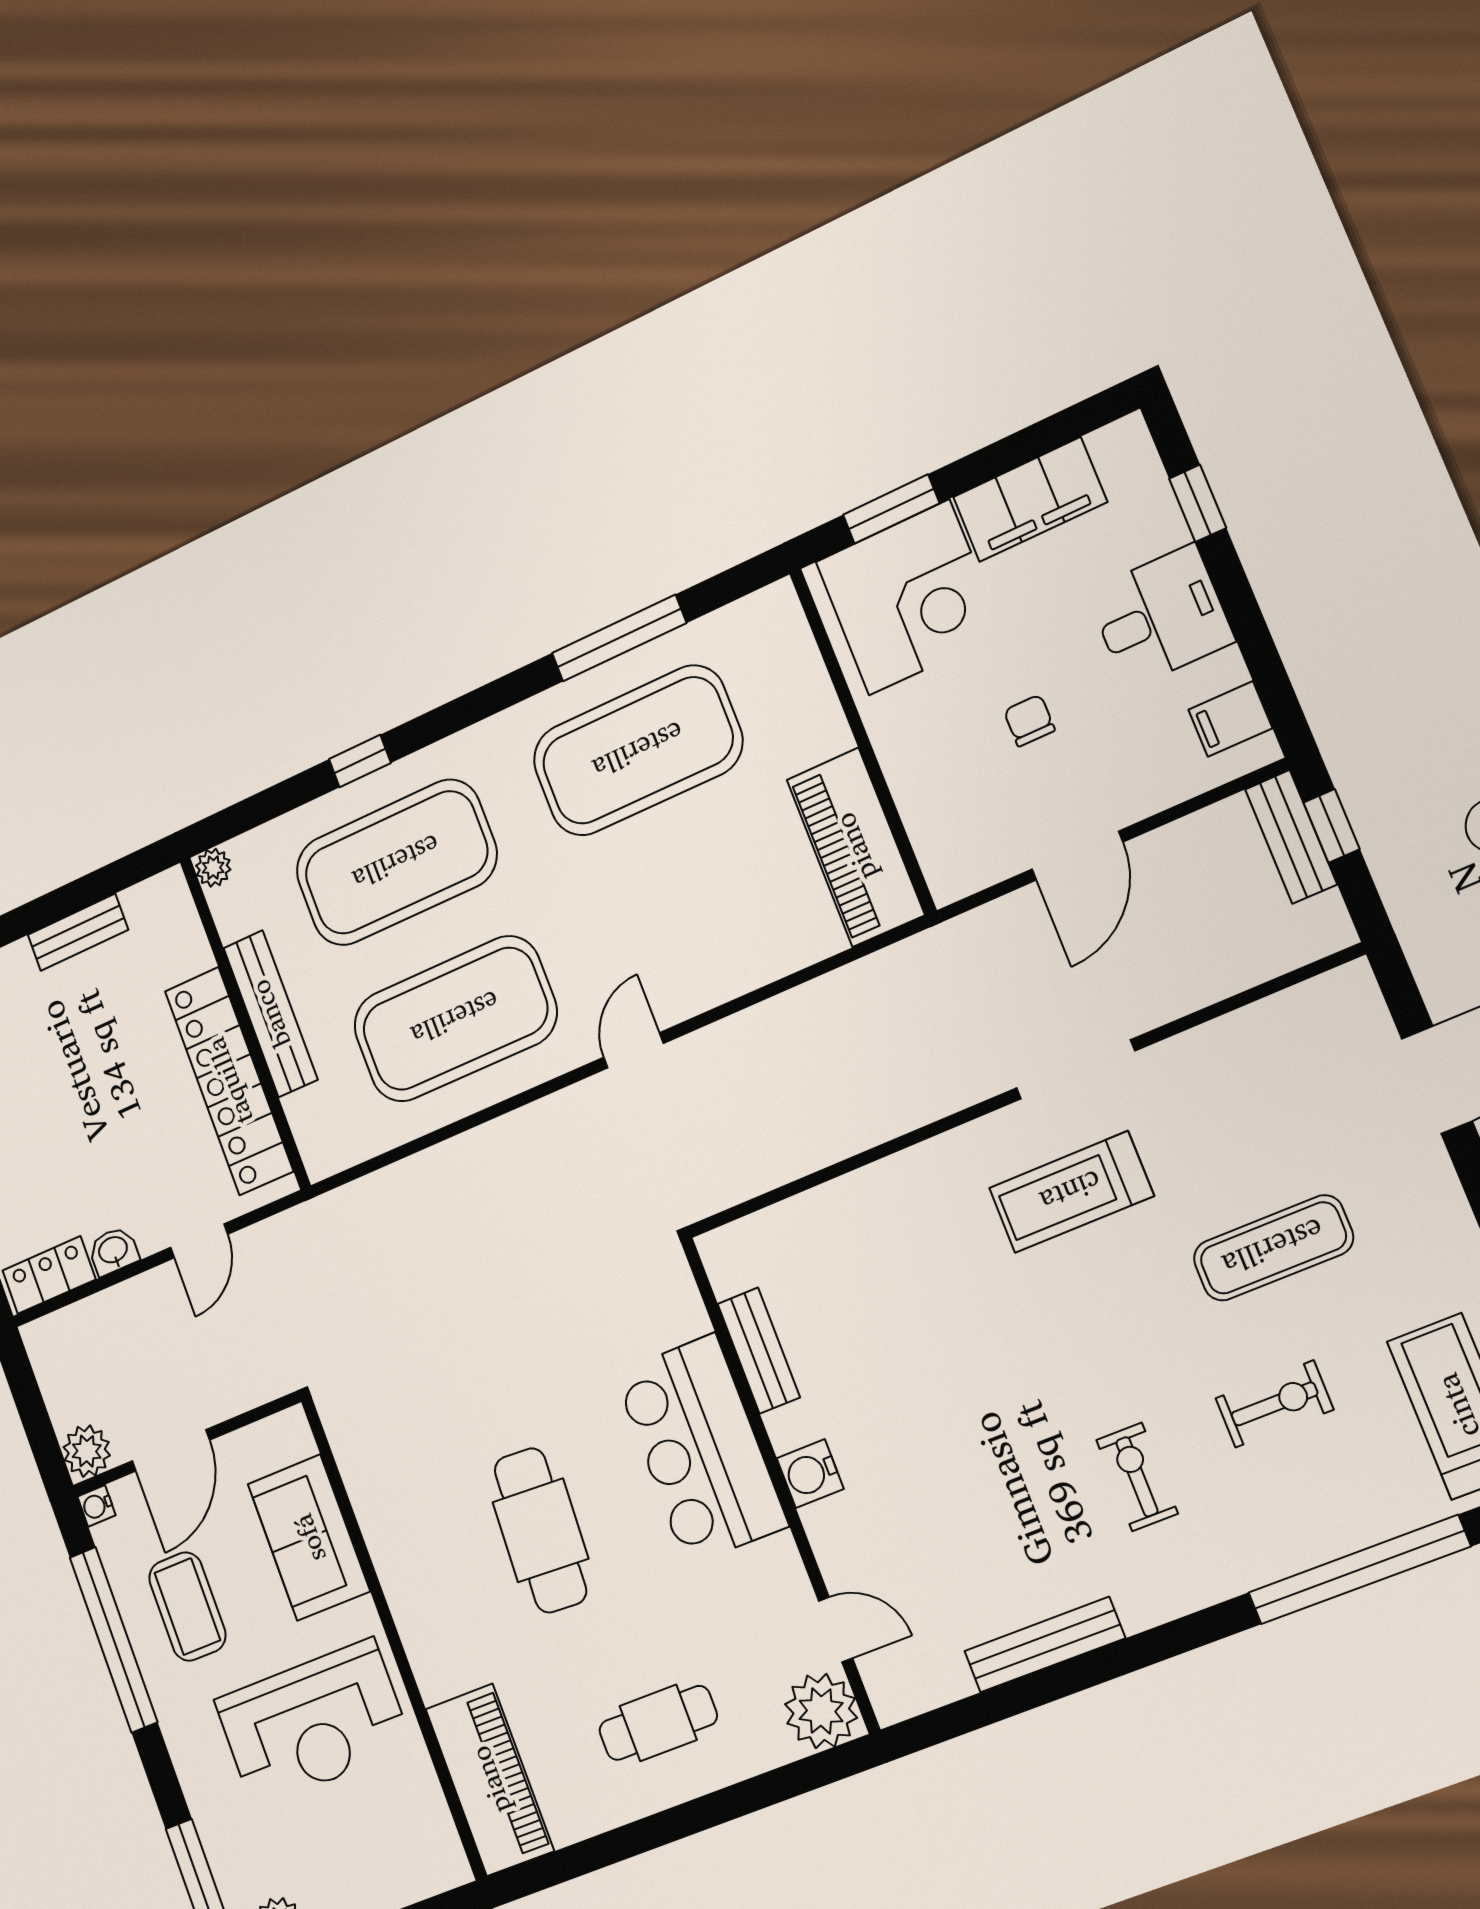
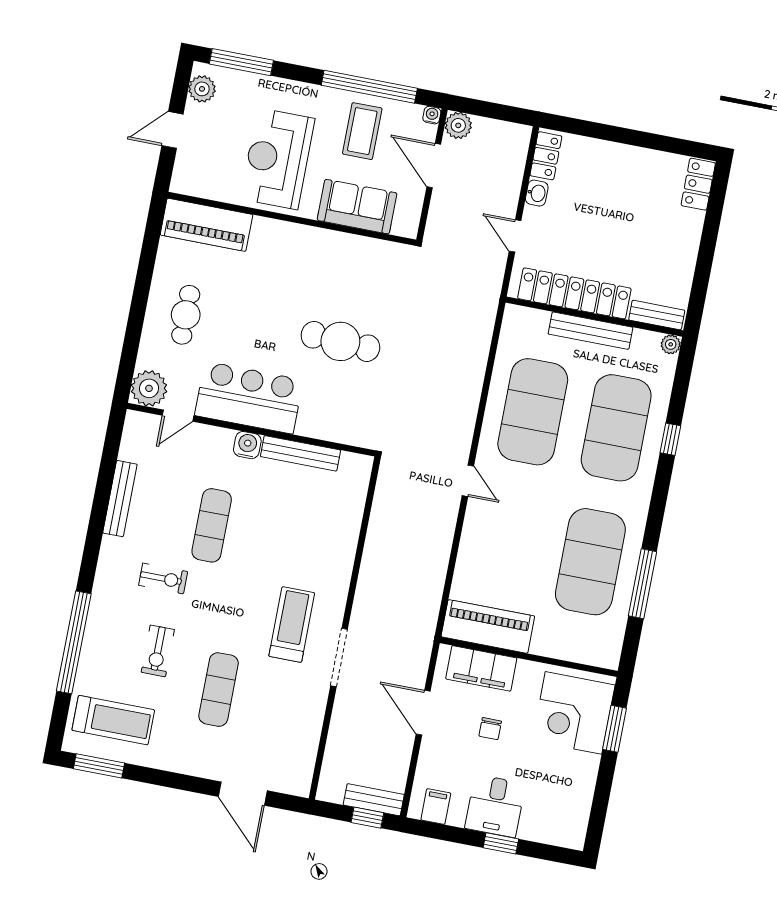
filing cabinet: (1030, 500) -> (481, 668), moved, turned -90
window: (1198, 503) -> (501, 843), moved
chair: (1029, 720) -> (490, 729), turned 90
bench: (78, 932) -> (657, 315), moved, turned 90
bench: (759, 1351) -> (300, 453), width x1.36
exercise mat: (988, 1448) -> (212, 525), added
bar counter: (701, 1450) -> (249, 398), moved
cafe table: (540, 1530) -> (340, 341), moved
coffee table: (187, 1607) -> (362, 131), turned 90

